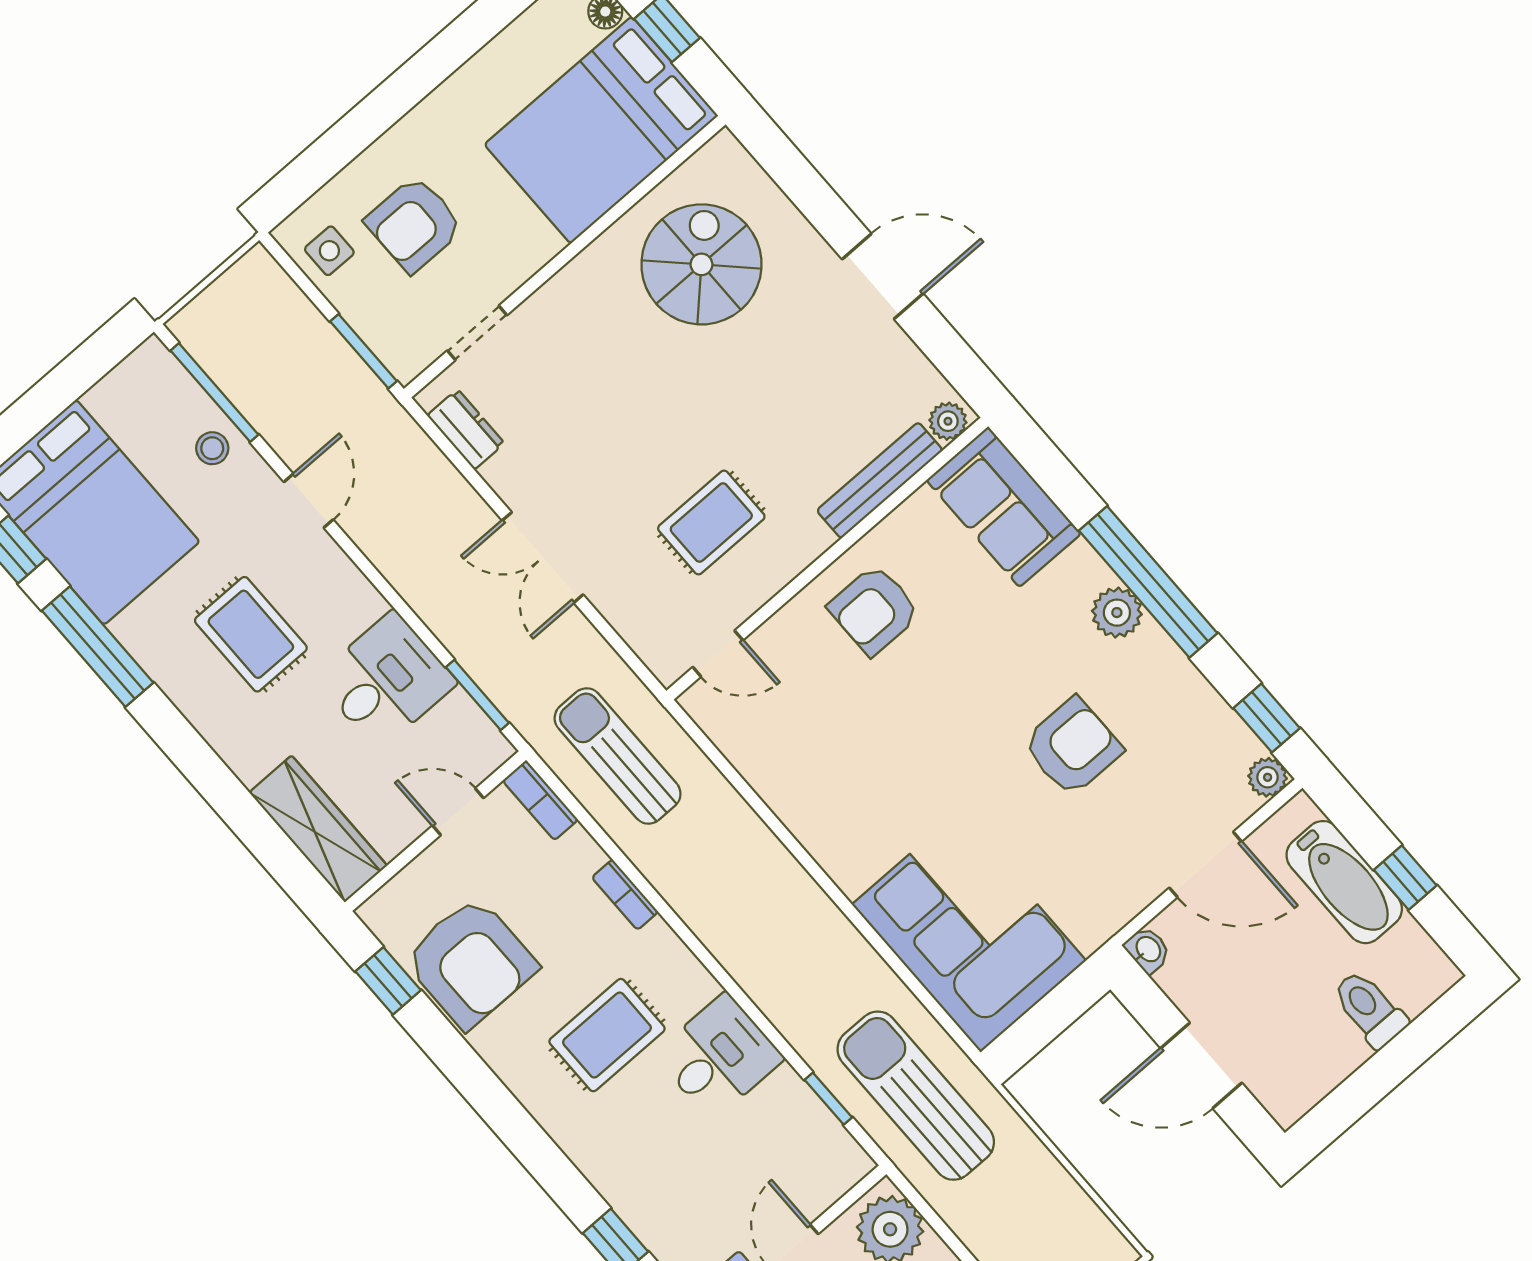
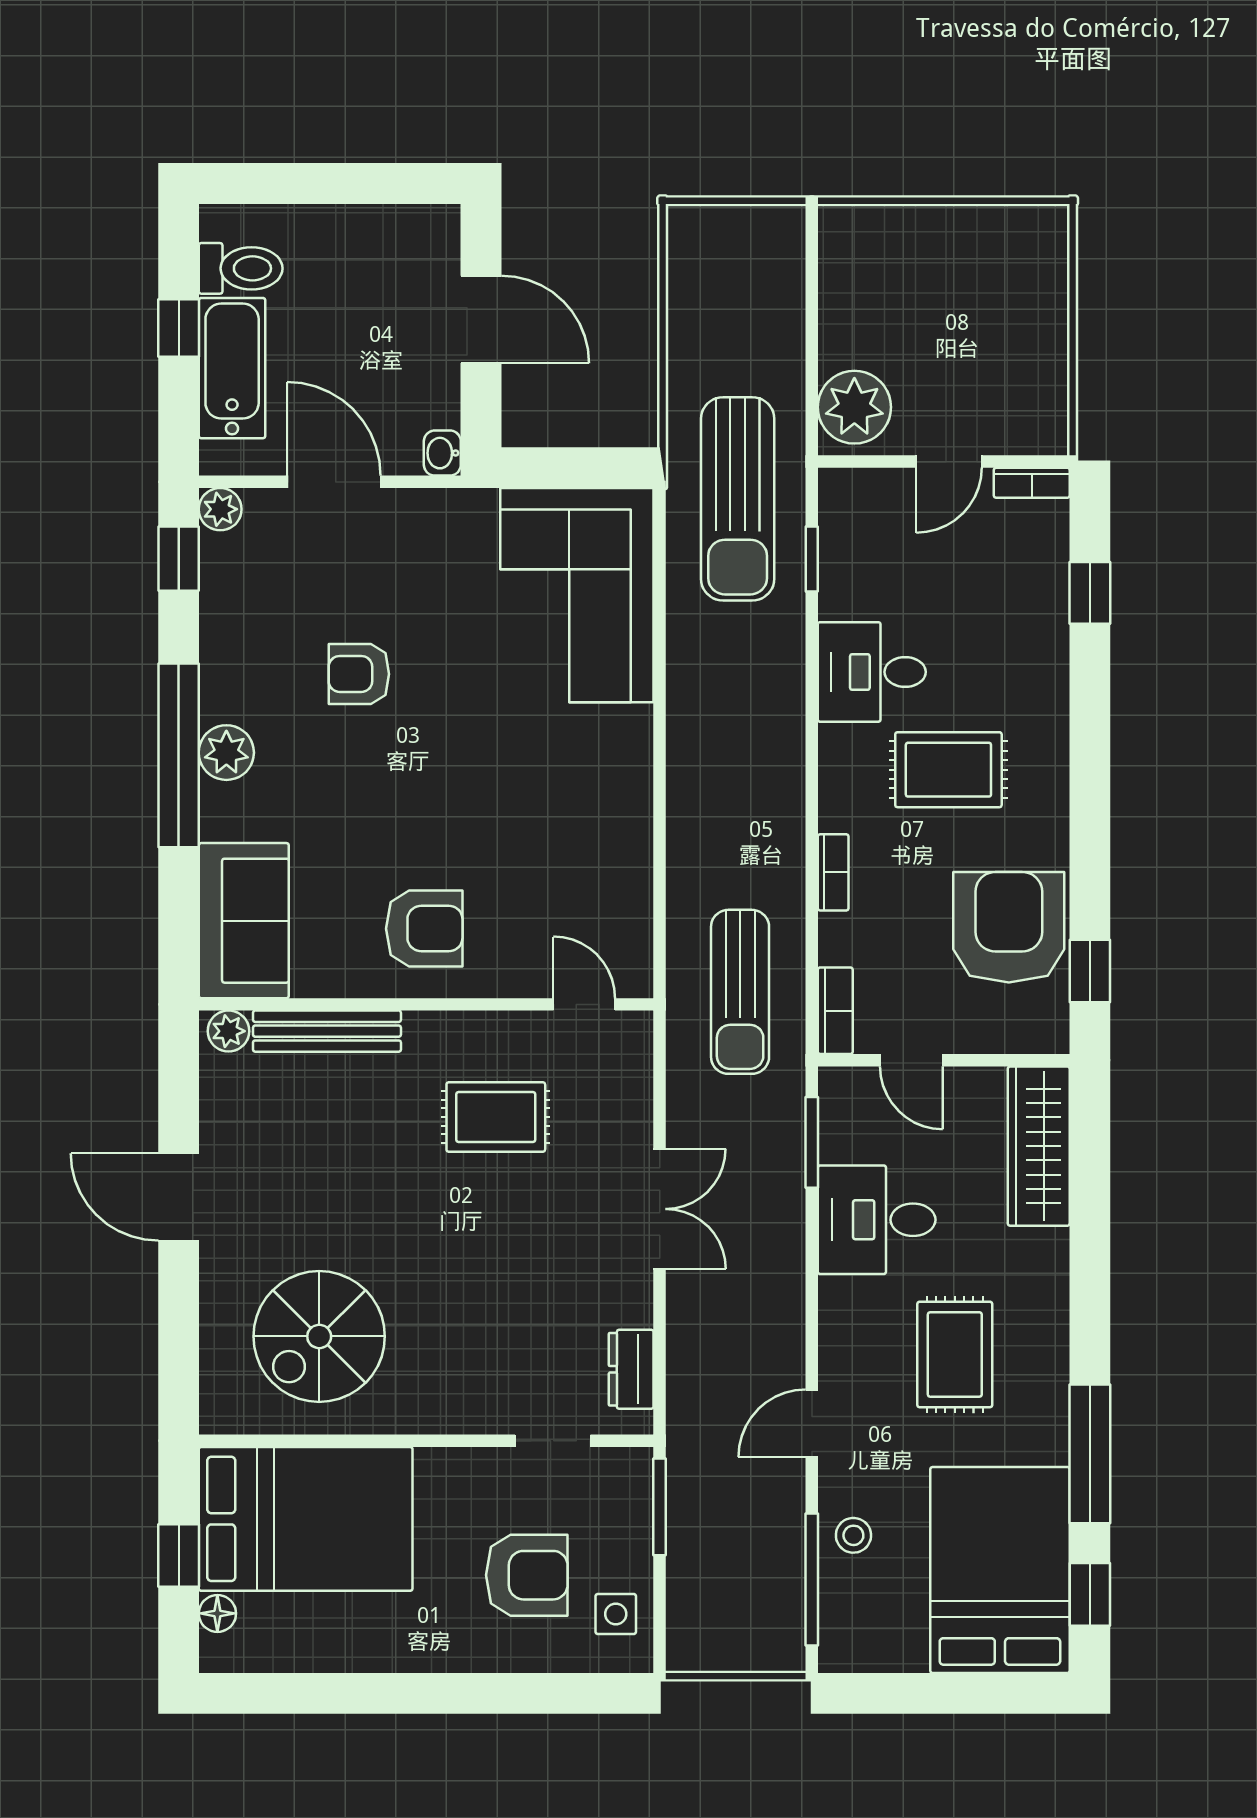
armchair: (1072, 747) -> (359, 674), width x0.72, depth x0.72
toilet: (1369, 1009) -> (241, 268), moved, turned -90

